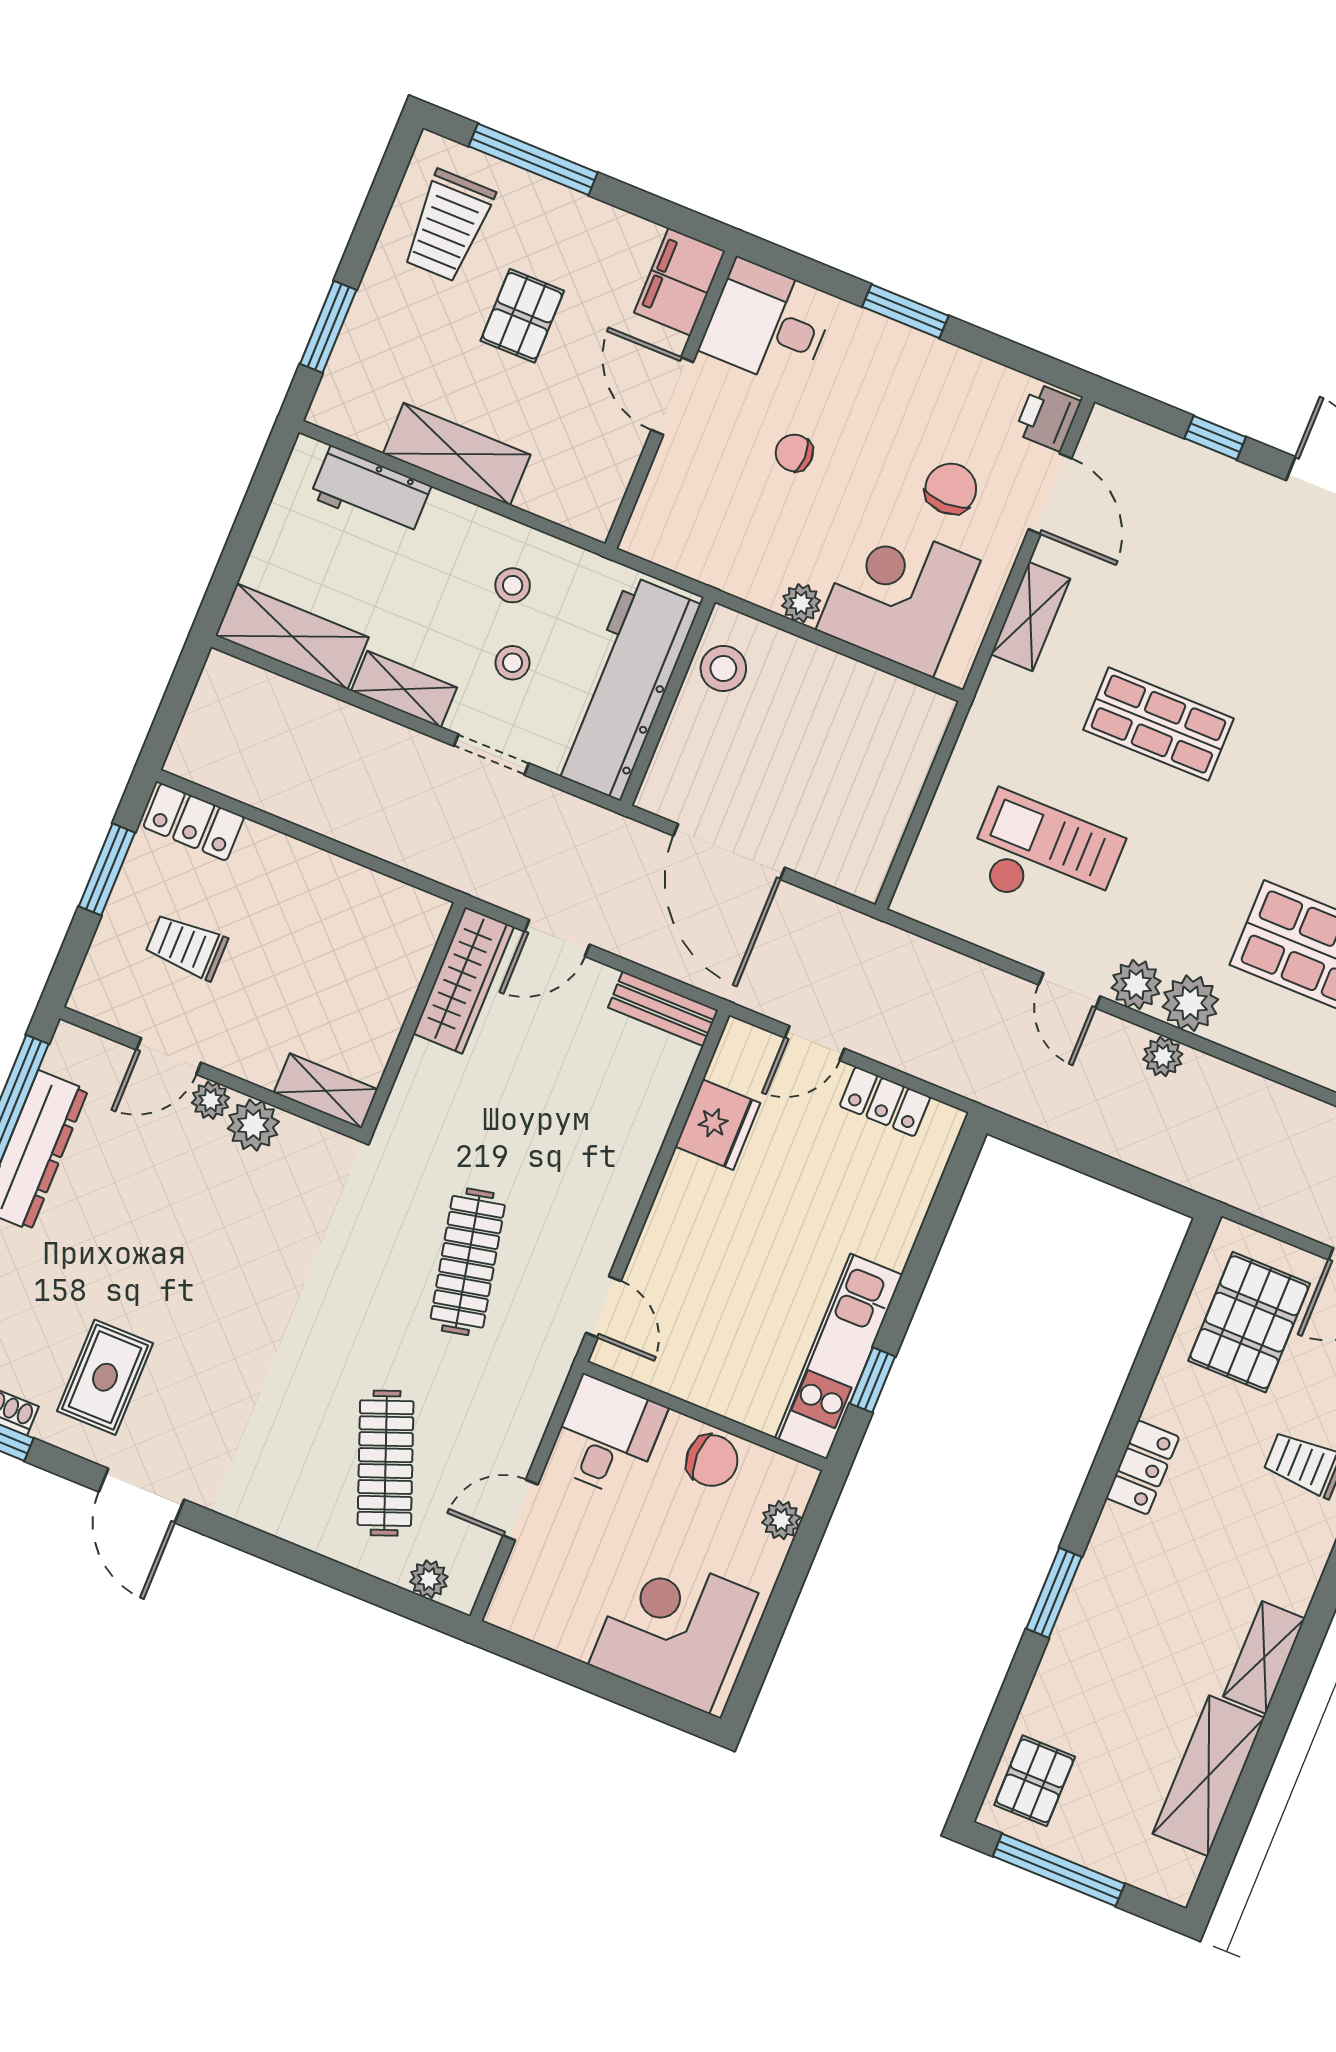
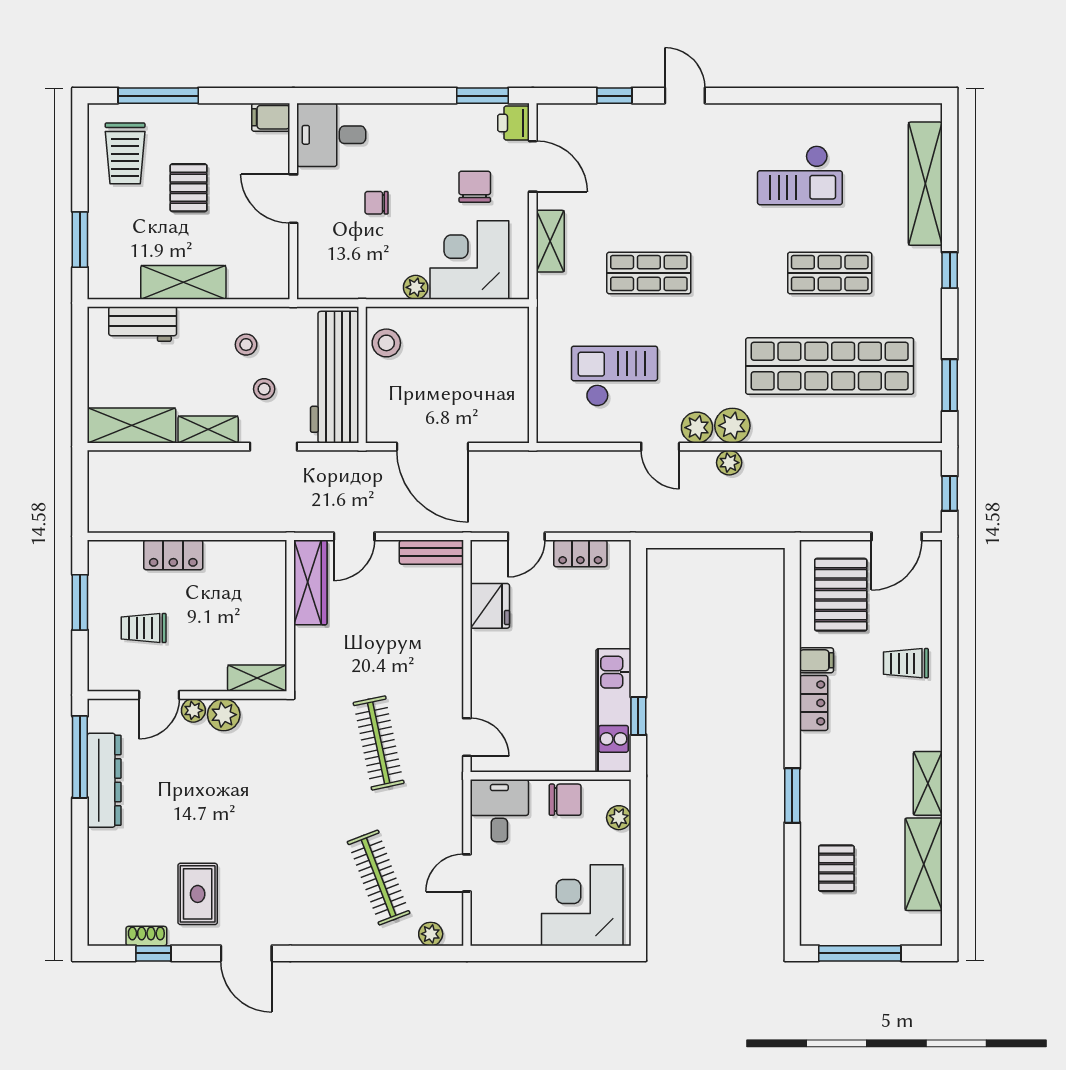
filing cabinet: (680, 282) -> (271, 117), width x0.50
window: (905, 311) -> (483, 96), moved
locker: (194, 822) -> (173, 555), moved
filing cabinet: (1173, 1405) -> (817, 660), added
pallet: (1035, 1781) -> (836, 868), moved

